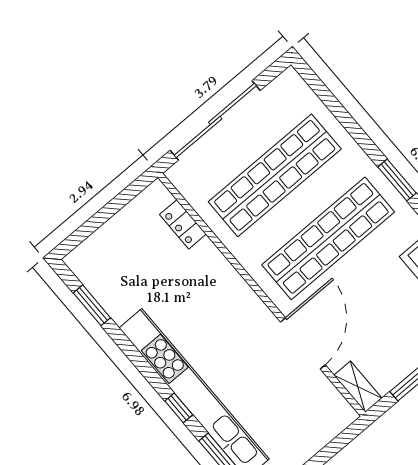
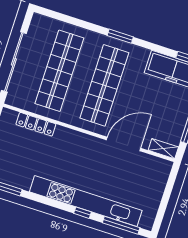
locker: (183, 224) -> (36, 124), width x1.53
door: (303, 343) -> (124, 144), hinge flipped

